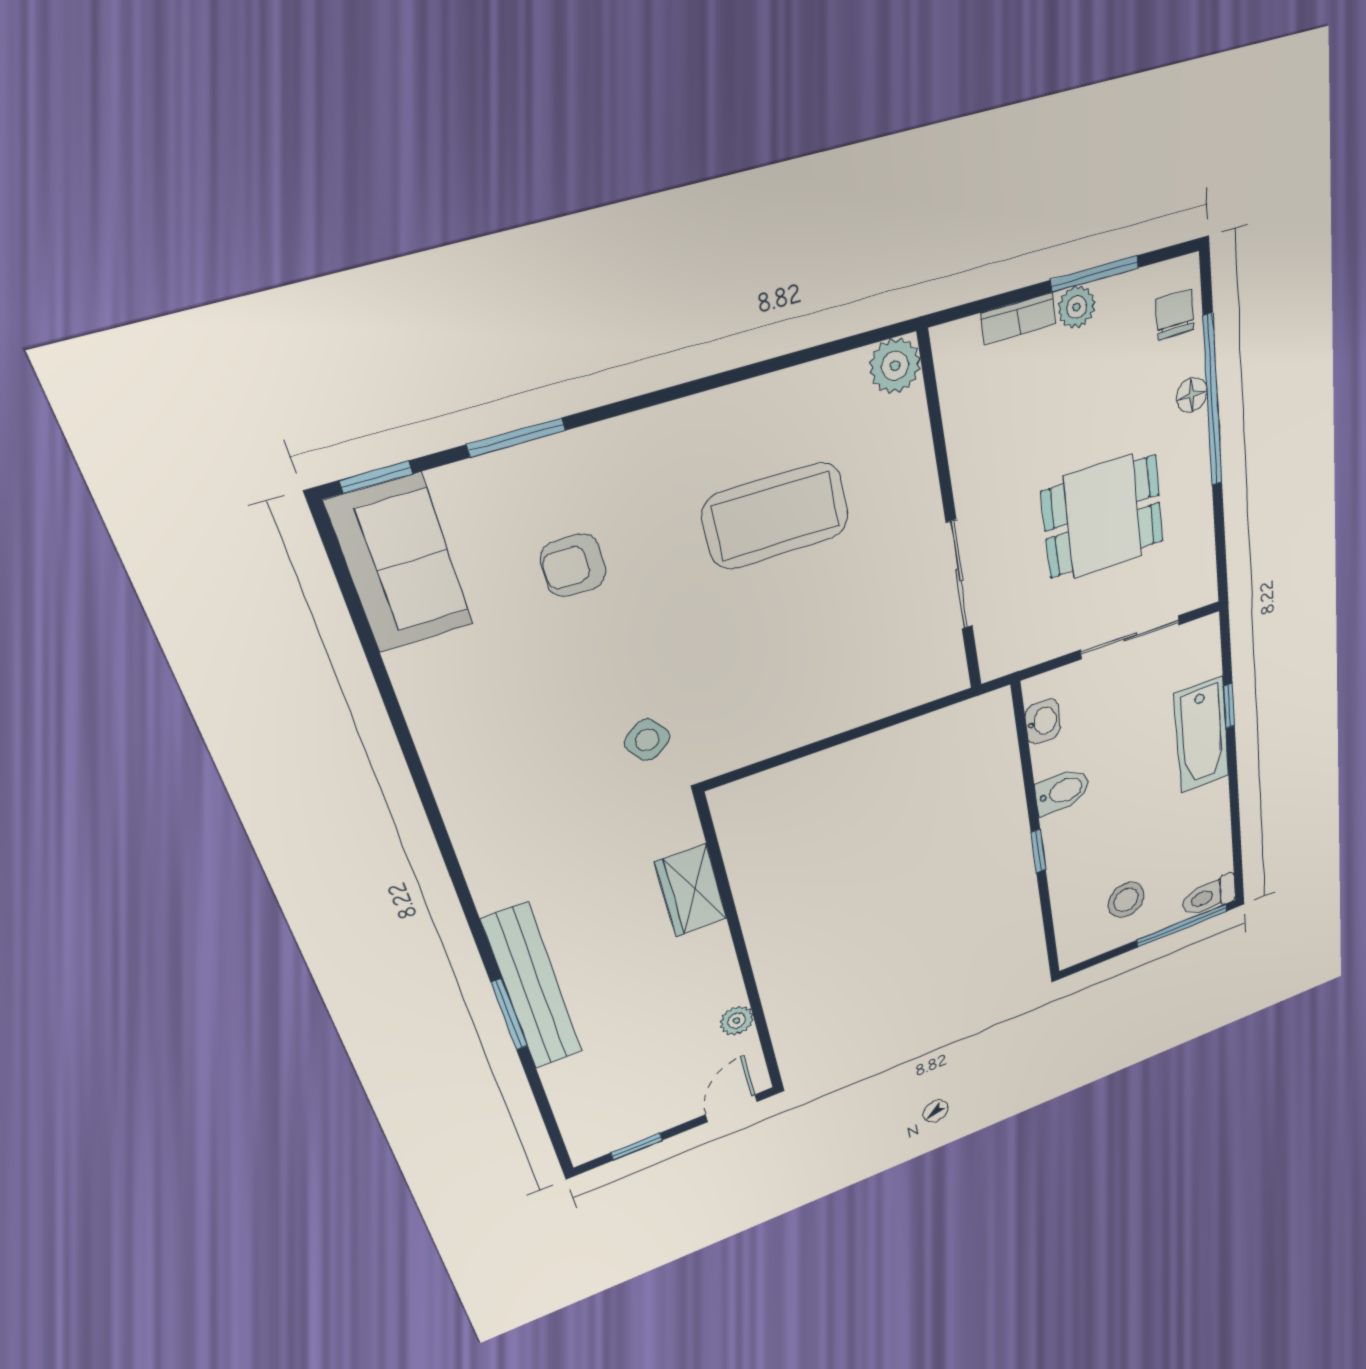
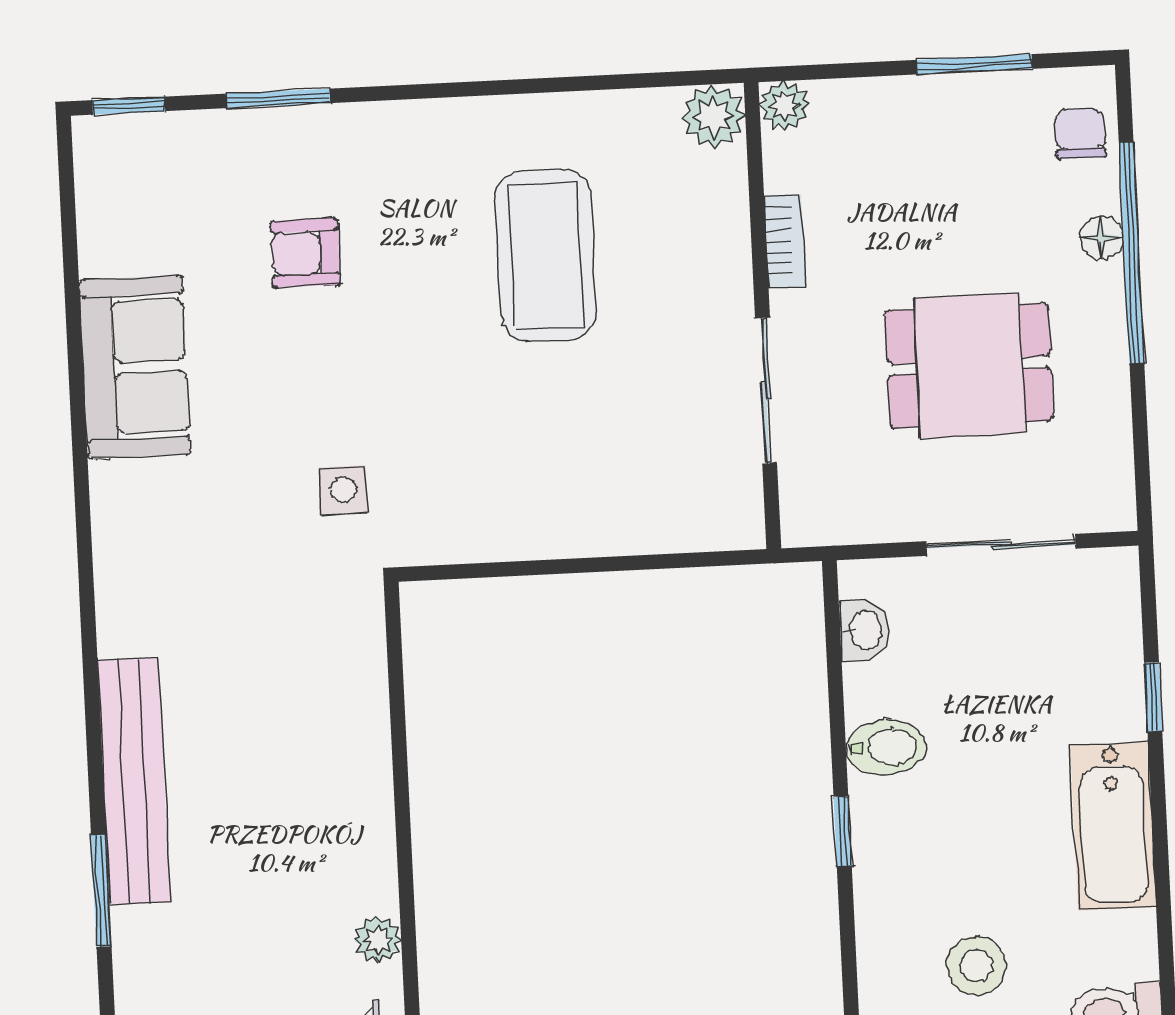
plant: (1076, 307) -> (784, 106), moved
bookcase: (1018, 318) -> (785, 241), moved, turned -90
coffee table: (776, 516) -> (546, 256), turned 90
sofa: (400, 564) -> (135, 367), moved
bathtub: (1202, 735) -> (1113, 826), moved
side table: (647, 740) -> (343, 490), turned 36
wardrobe: (691, 891) -> (356, 716), removed
window: (509, 1015) -> (101, 891), moved

